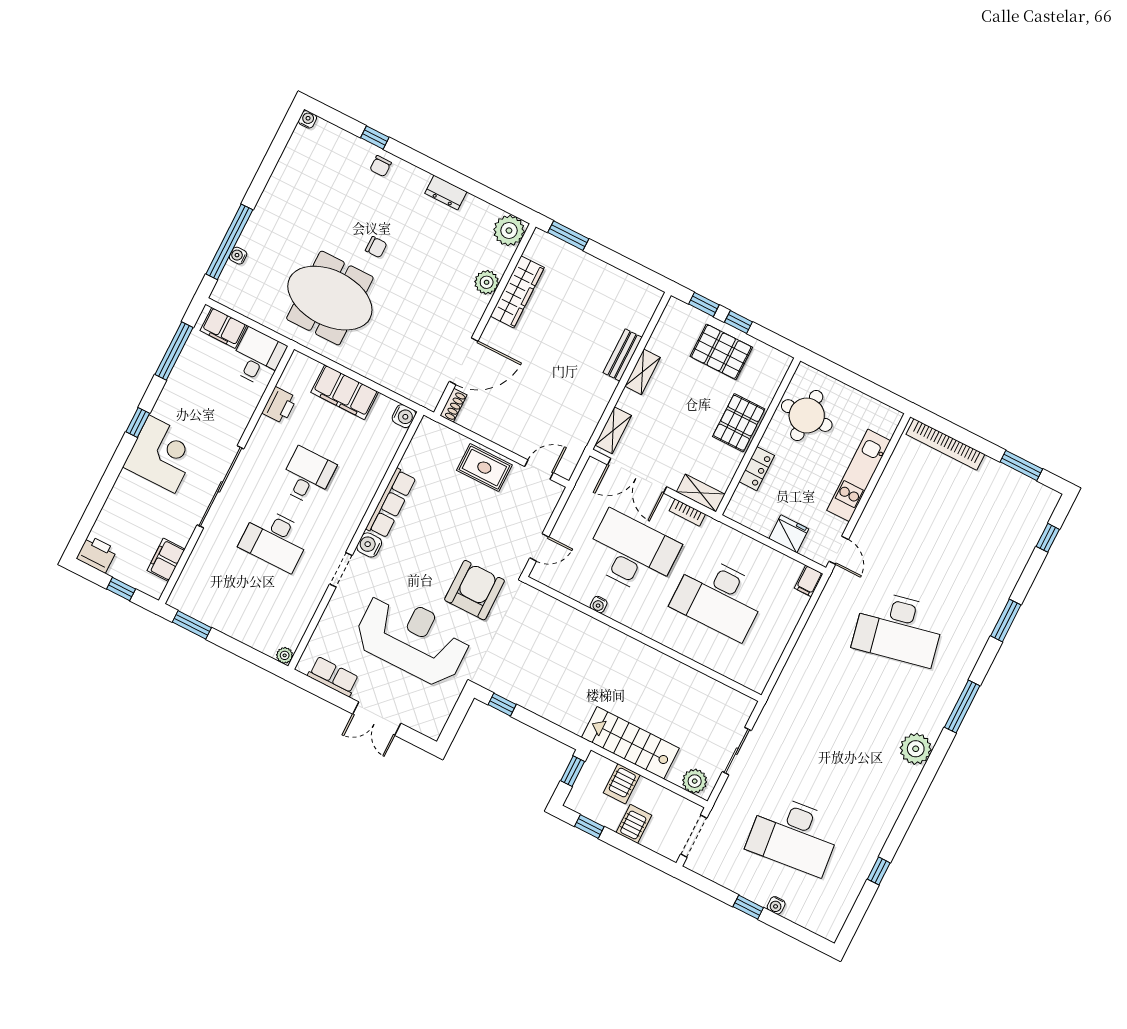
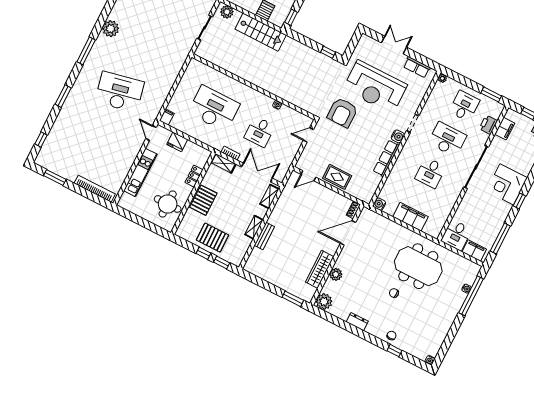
printer: (279, 405) -> (488, 125), moved
desk: (632, 553) -> (260, 132), width x0.53, depth x0.77
desk: (243, 603) -> (464, 106), added

